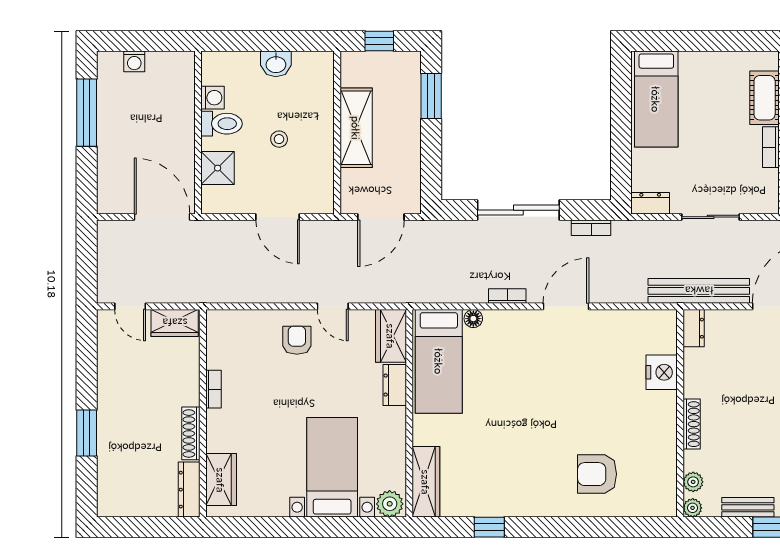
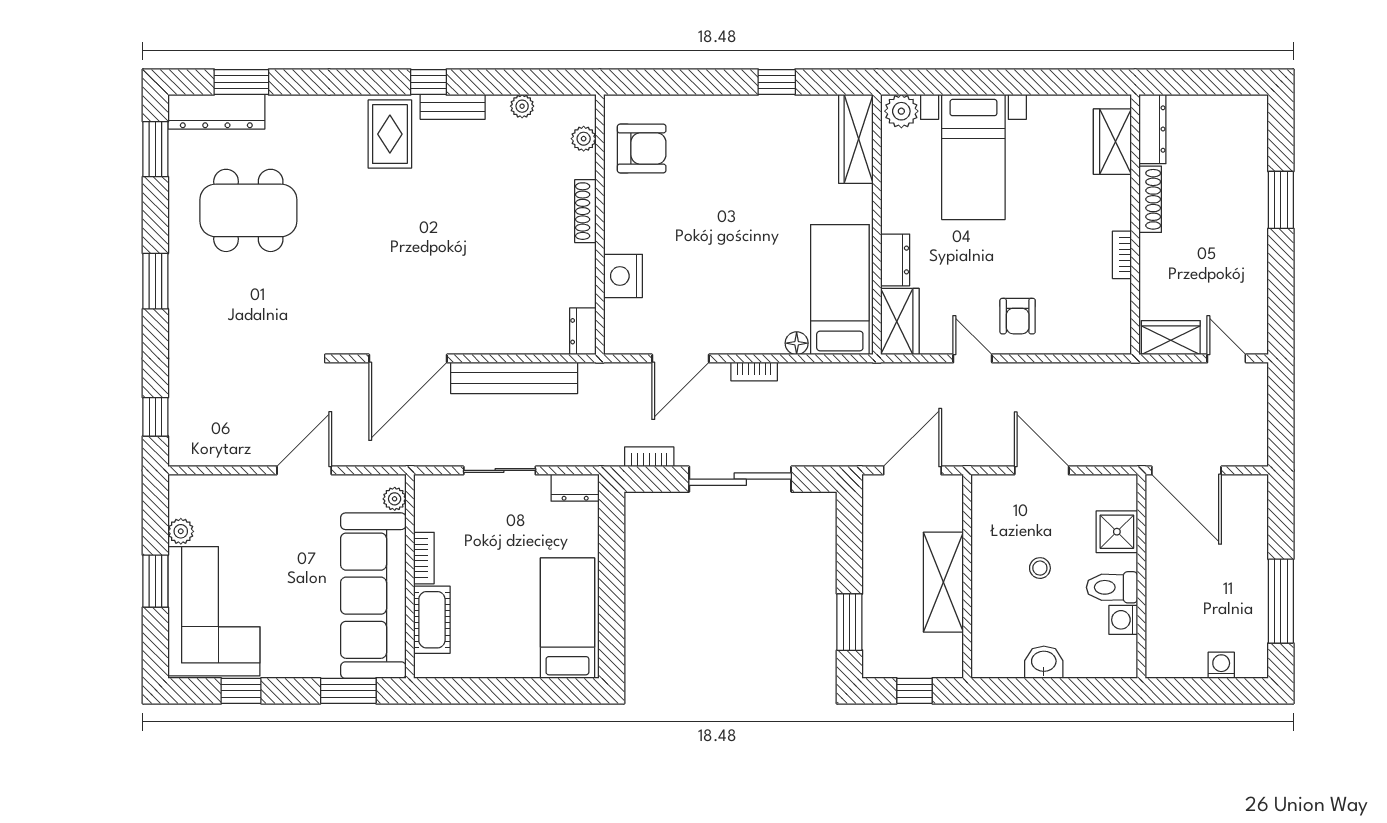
dresser: (694, 328) -> (583, 331), moved
nightstand: (662, 372) -> (623, 276), moved
wall: (680, 413) -> (600, 225), moved
shoe rack: (692, 424) -> (585, 211), moved
plant: (693, 482) -> (584, 139), moved

